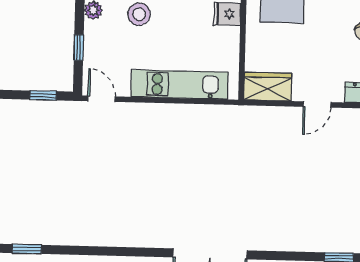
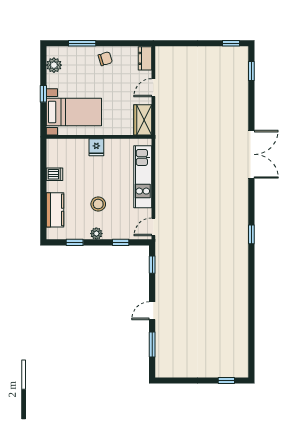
door: (317, 104) -> (153, 88), swing flipped
window: (27, 249) -> (251, 234), moved

